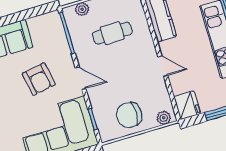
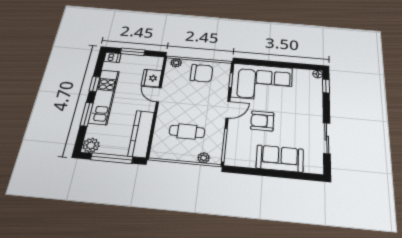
door: (81, 78) -> (228, 110), swing flipped
armchair: (39, 79) -> (262, 121), turned -80
fridge: (187, 105) -> (152, 78), moved

